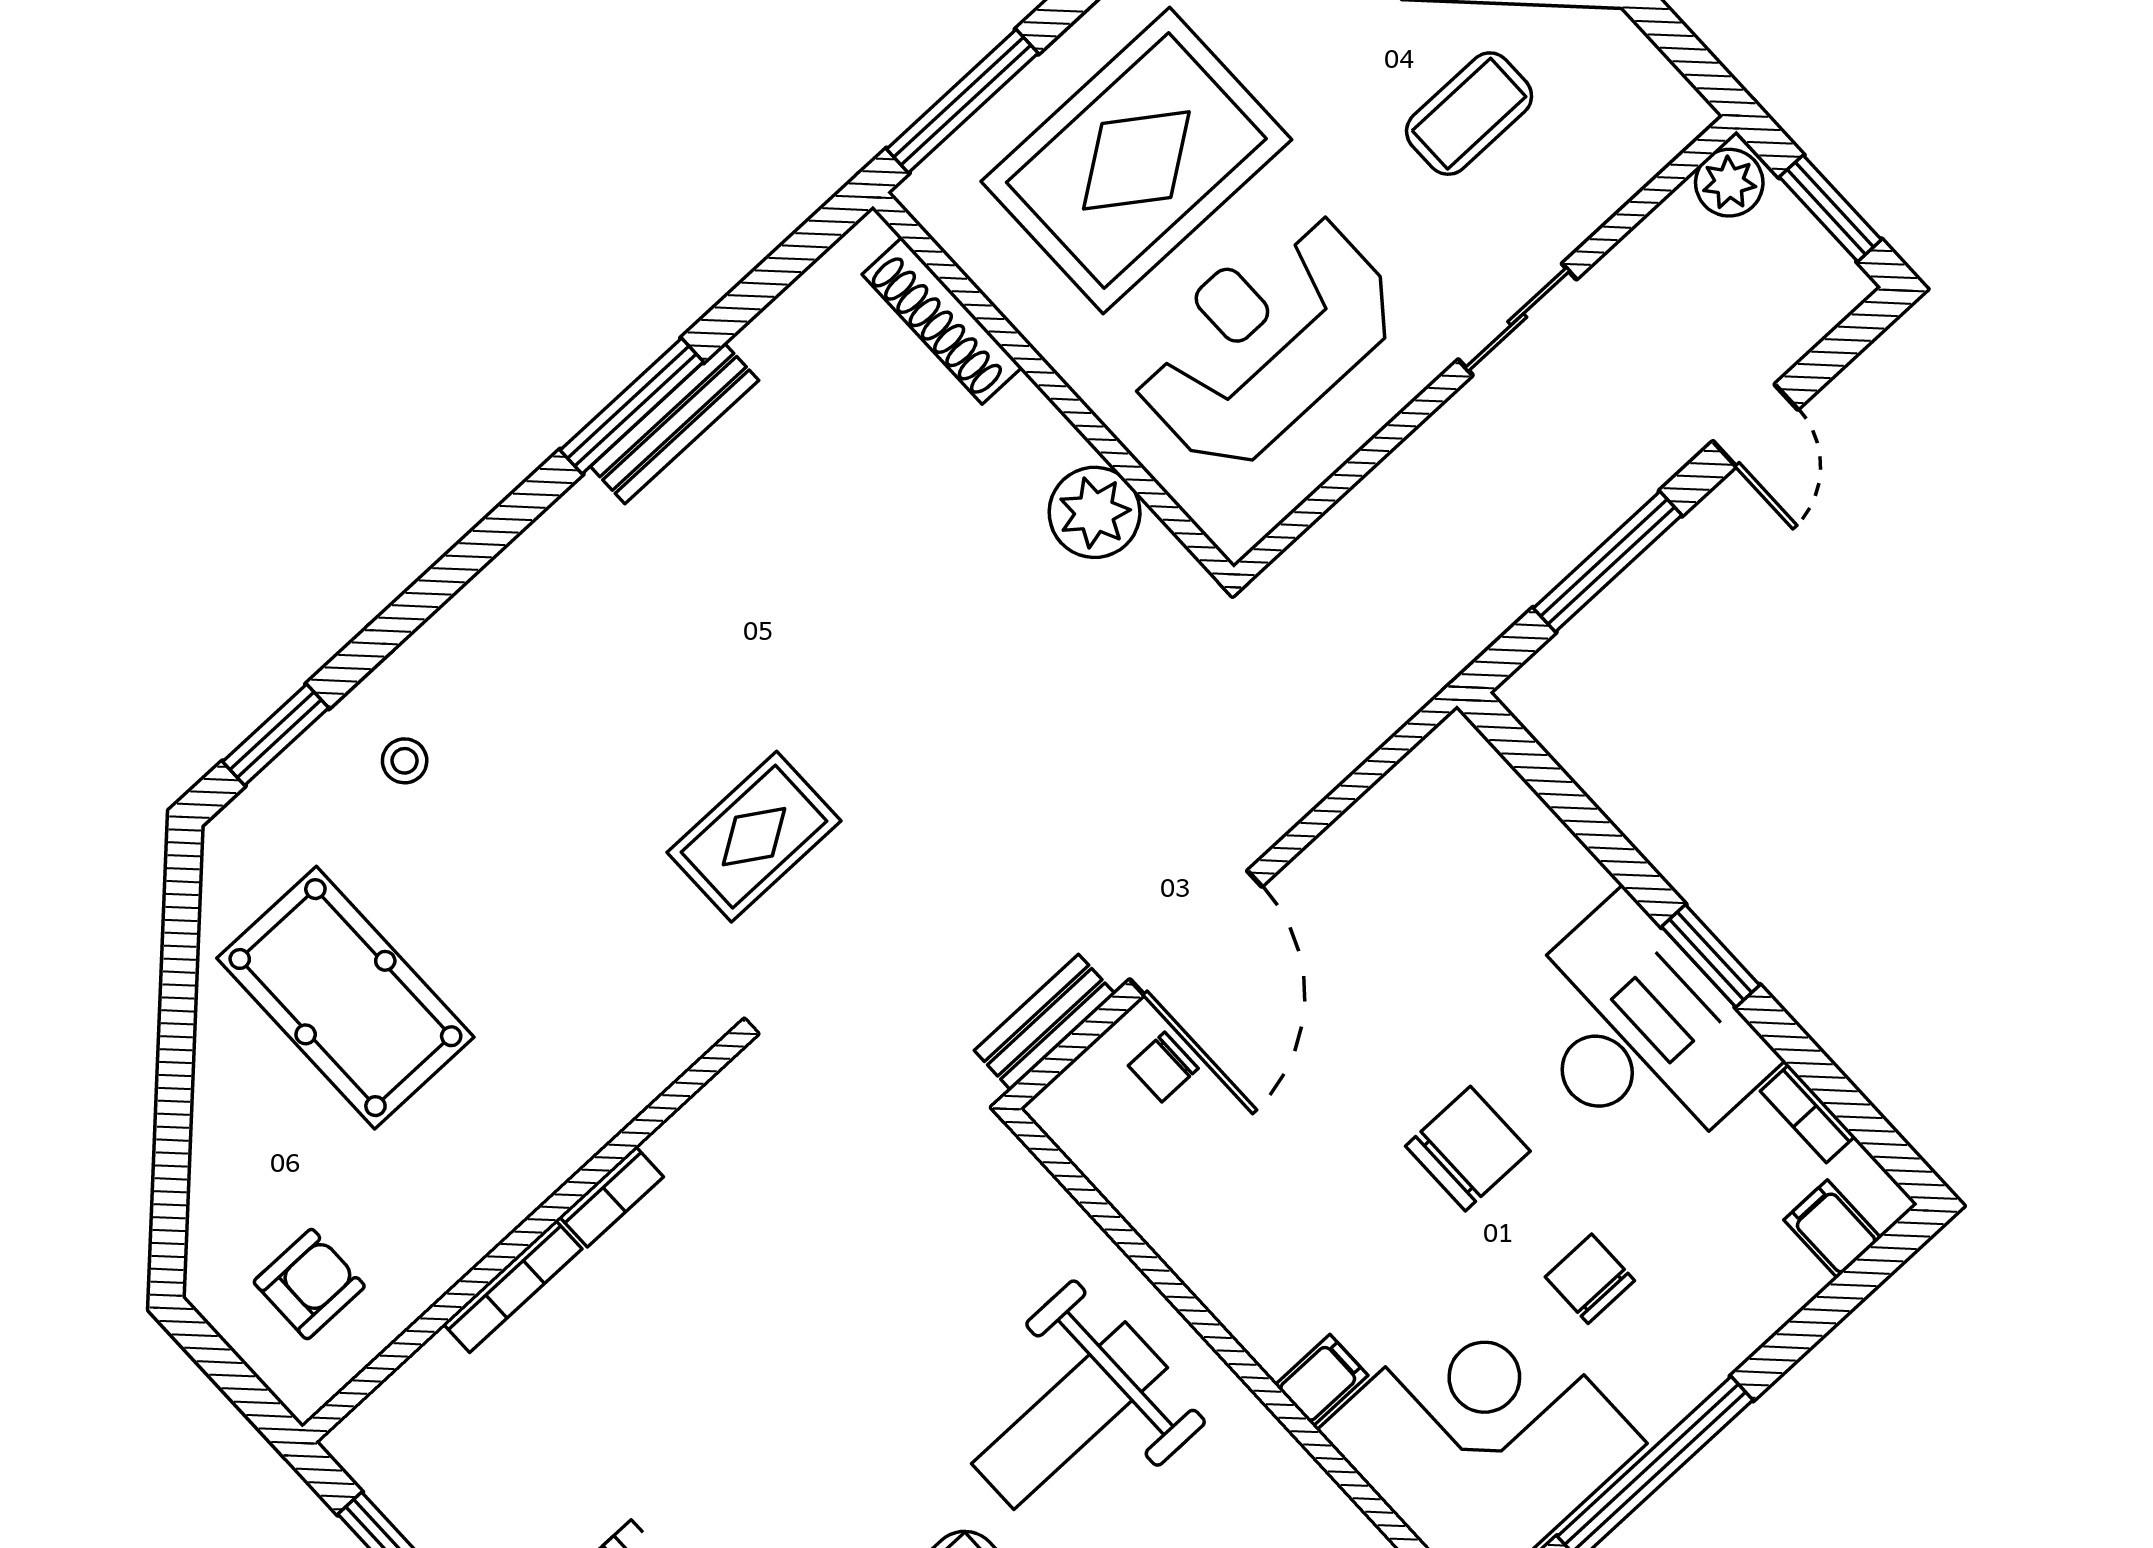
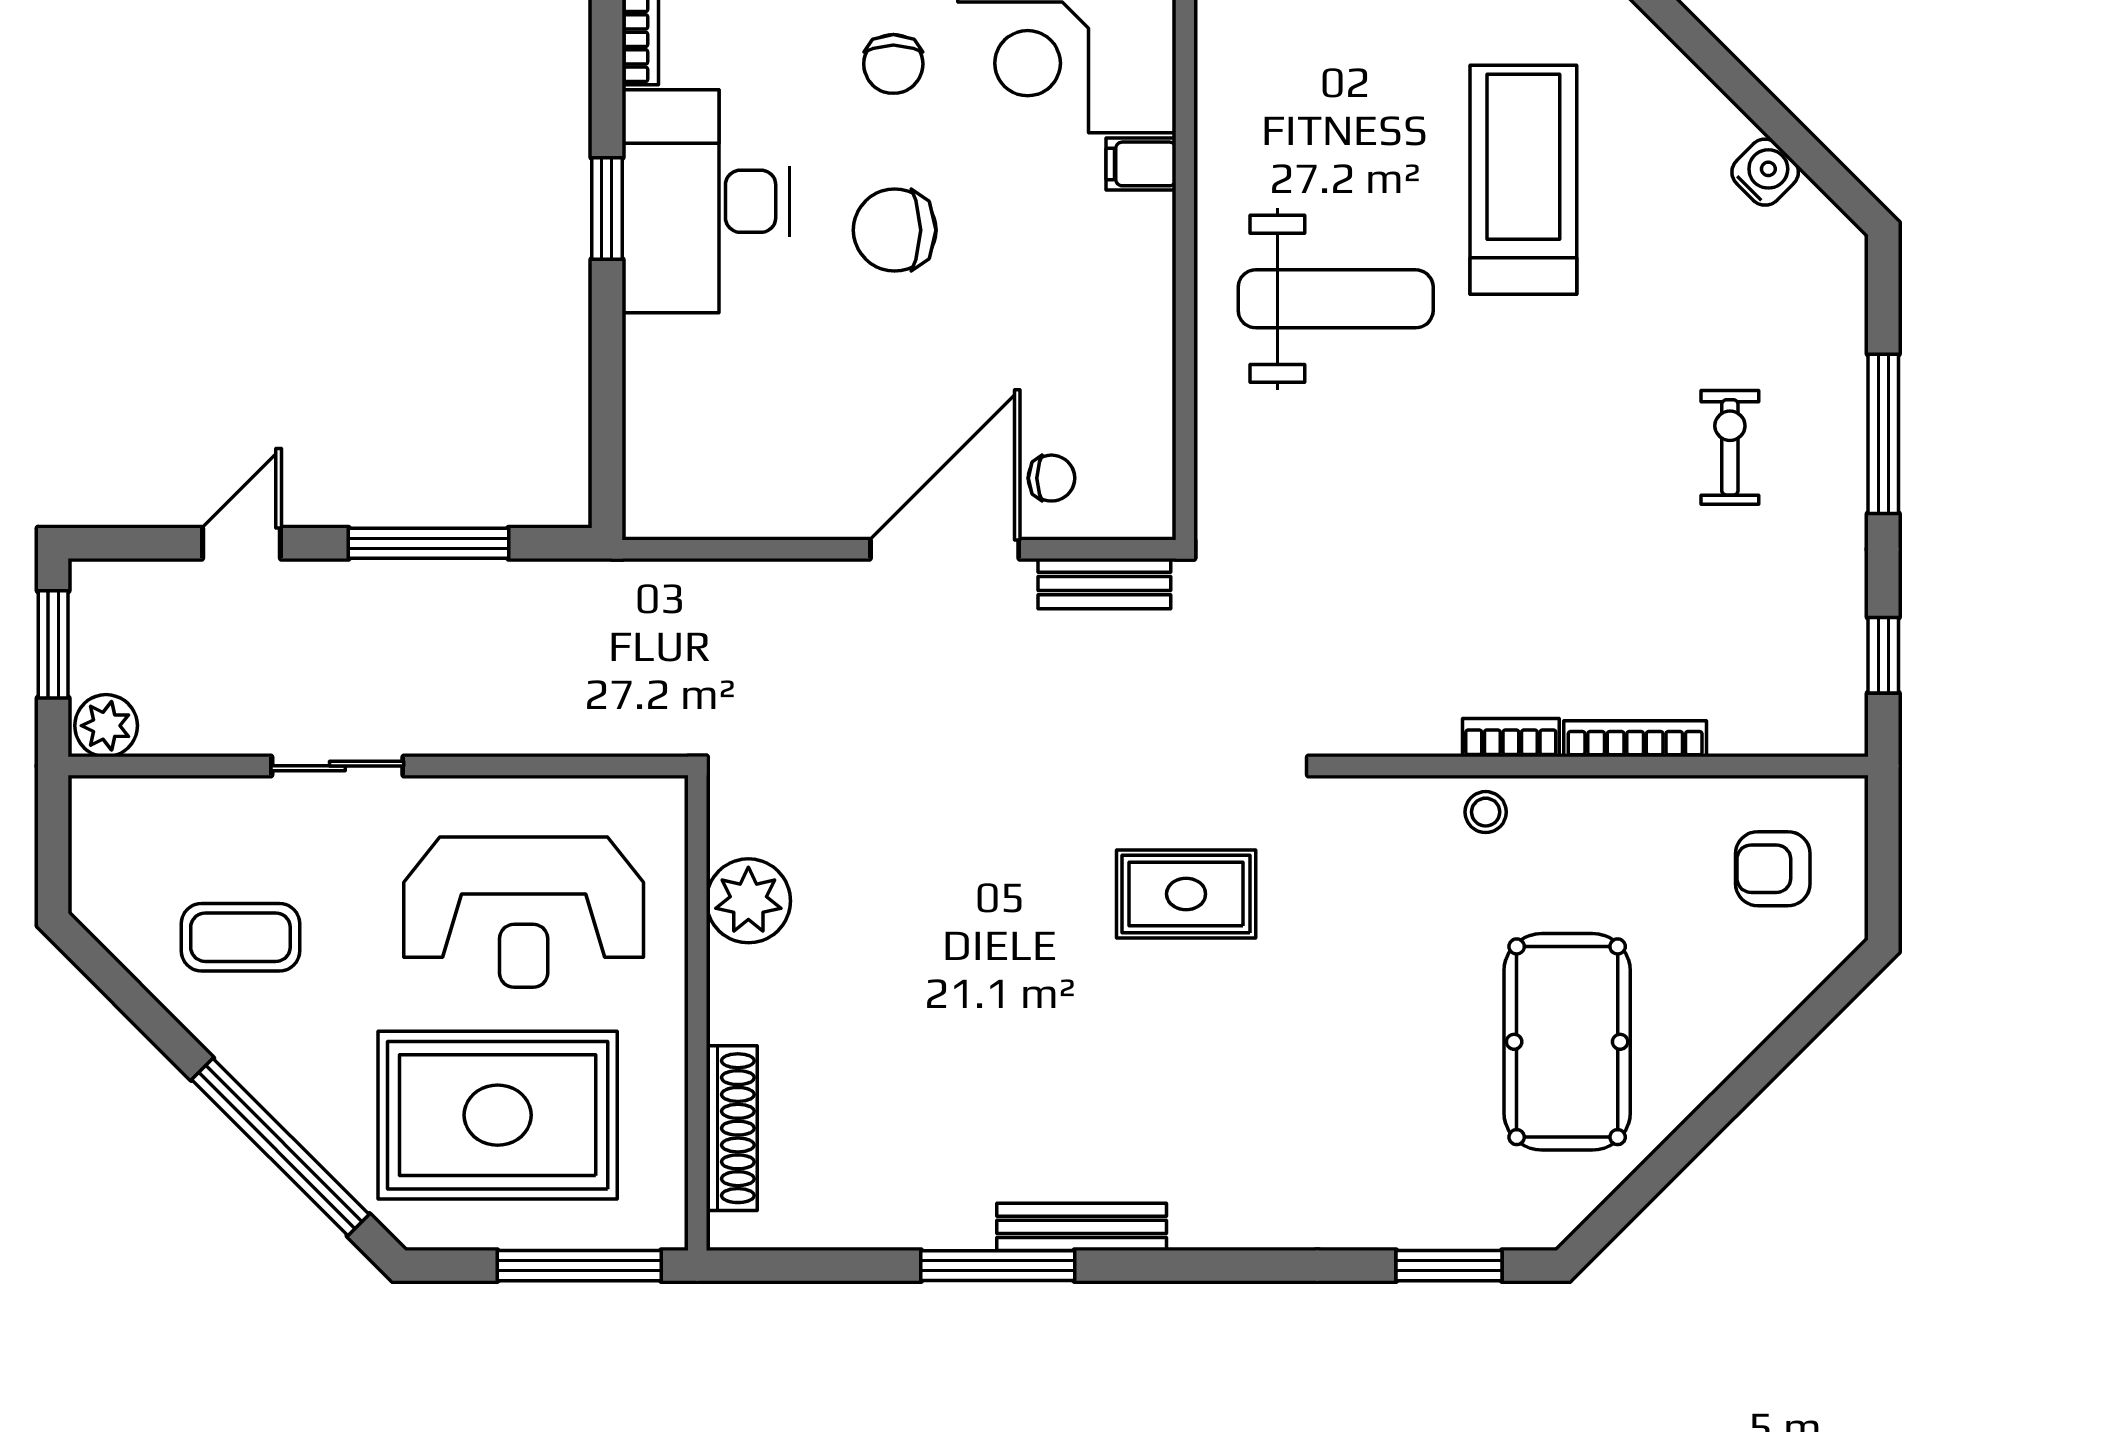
bench: (675, 423) -> (1082, 1227), moved
stool: (405, 761) -> (1486, 812), moved

